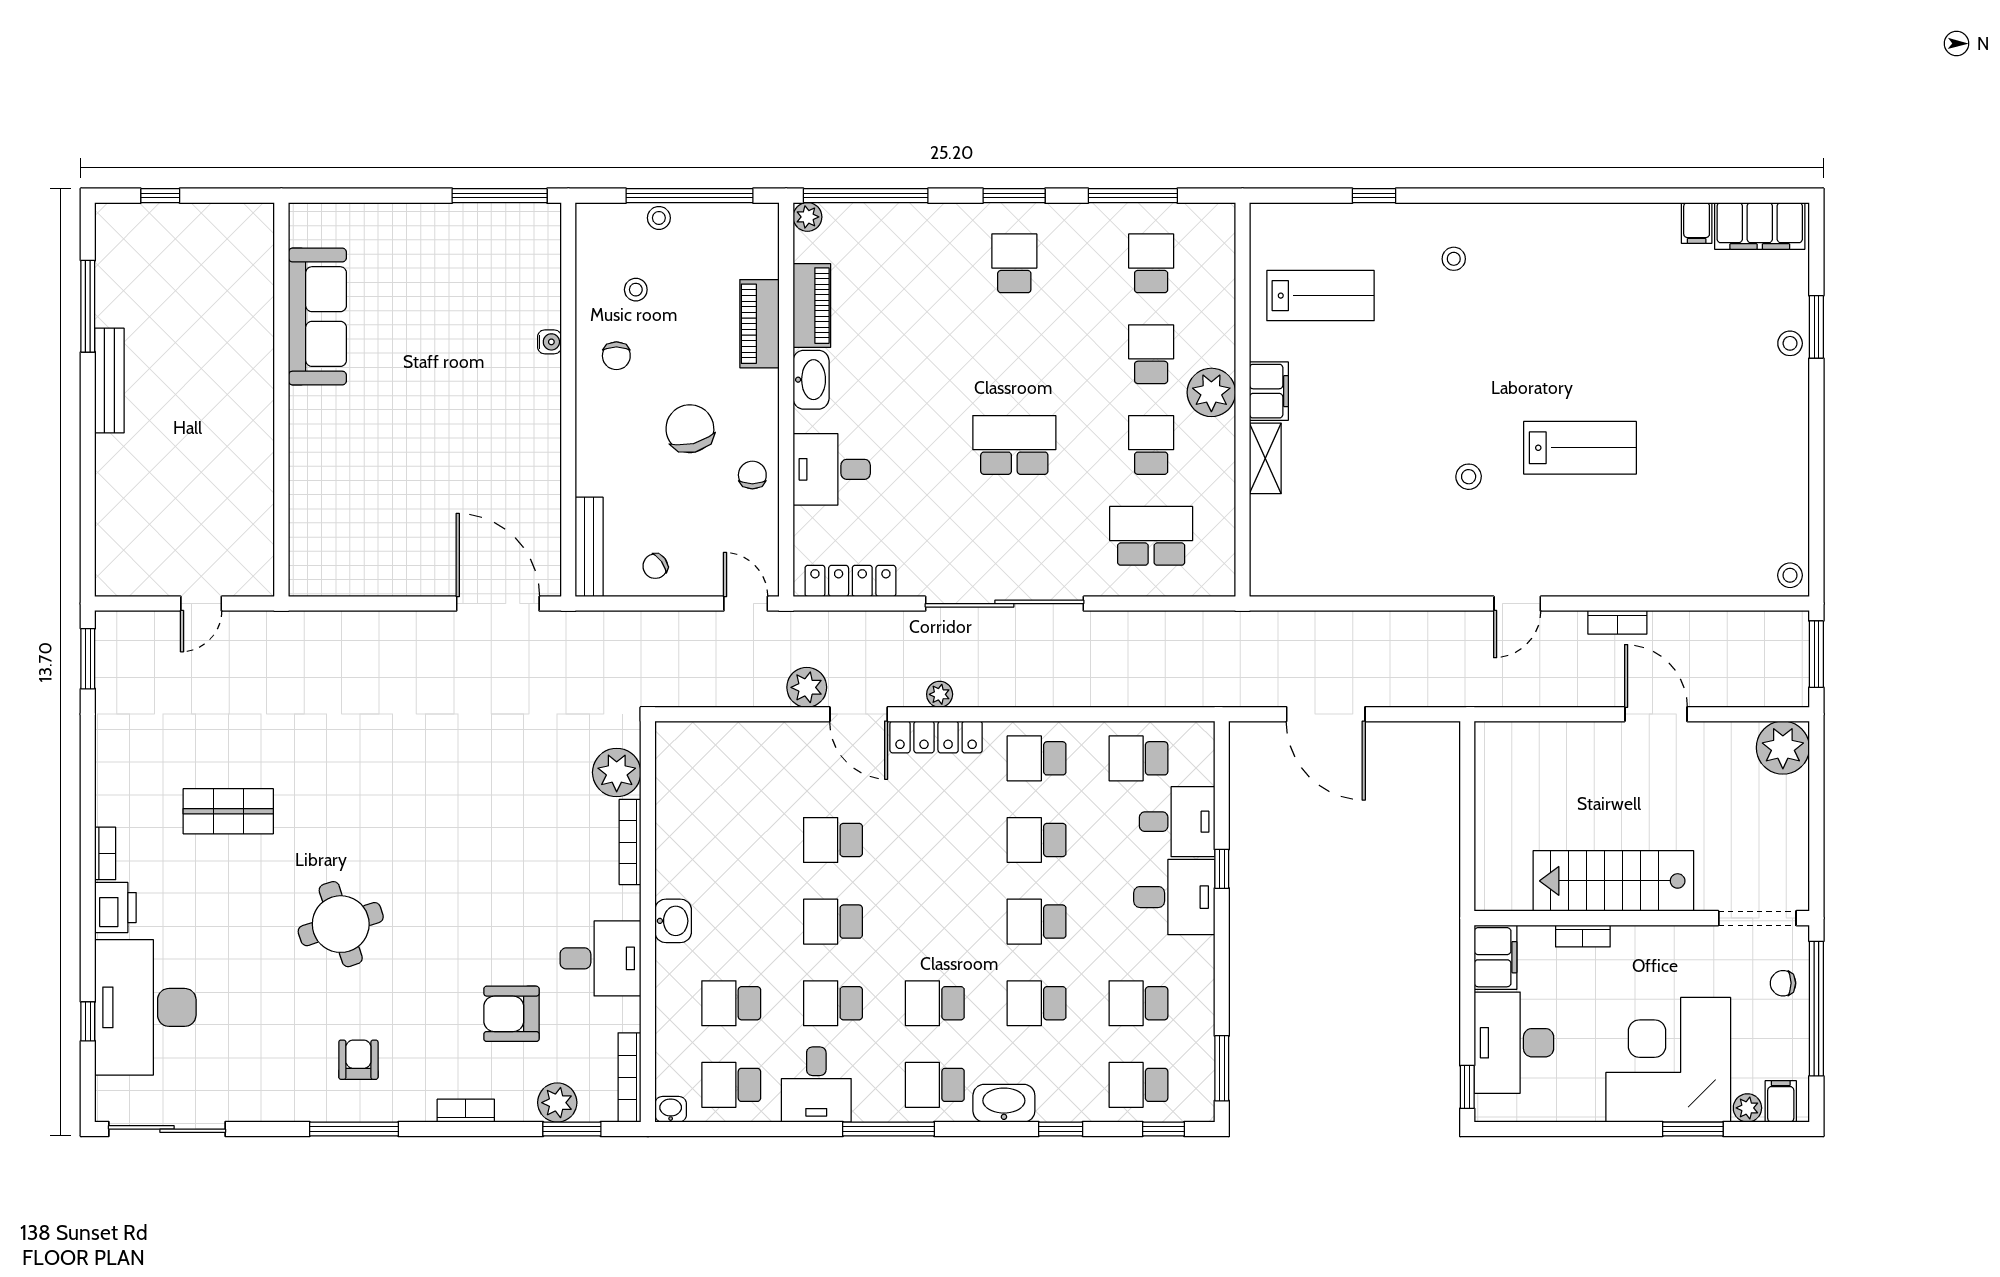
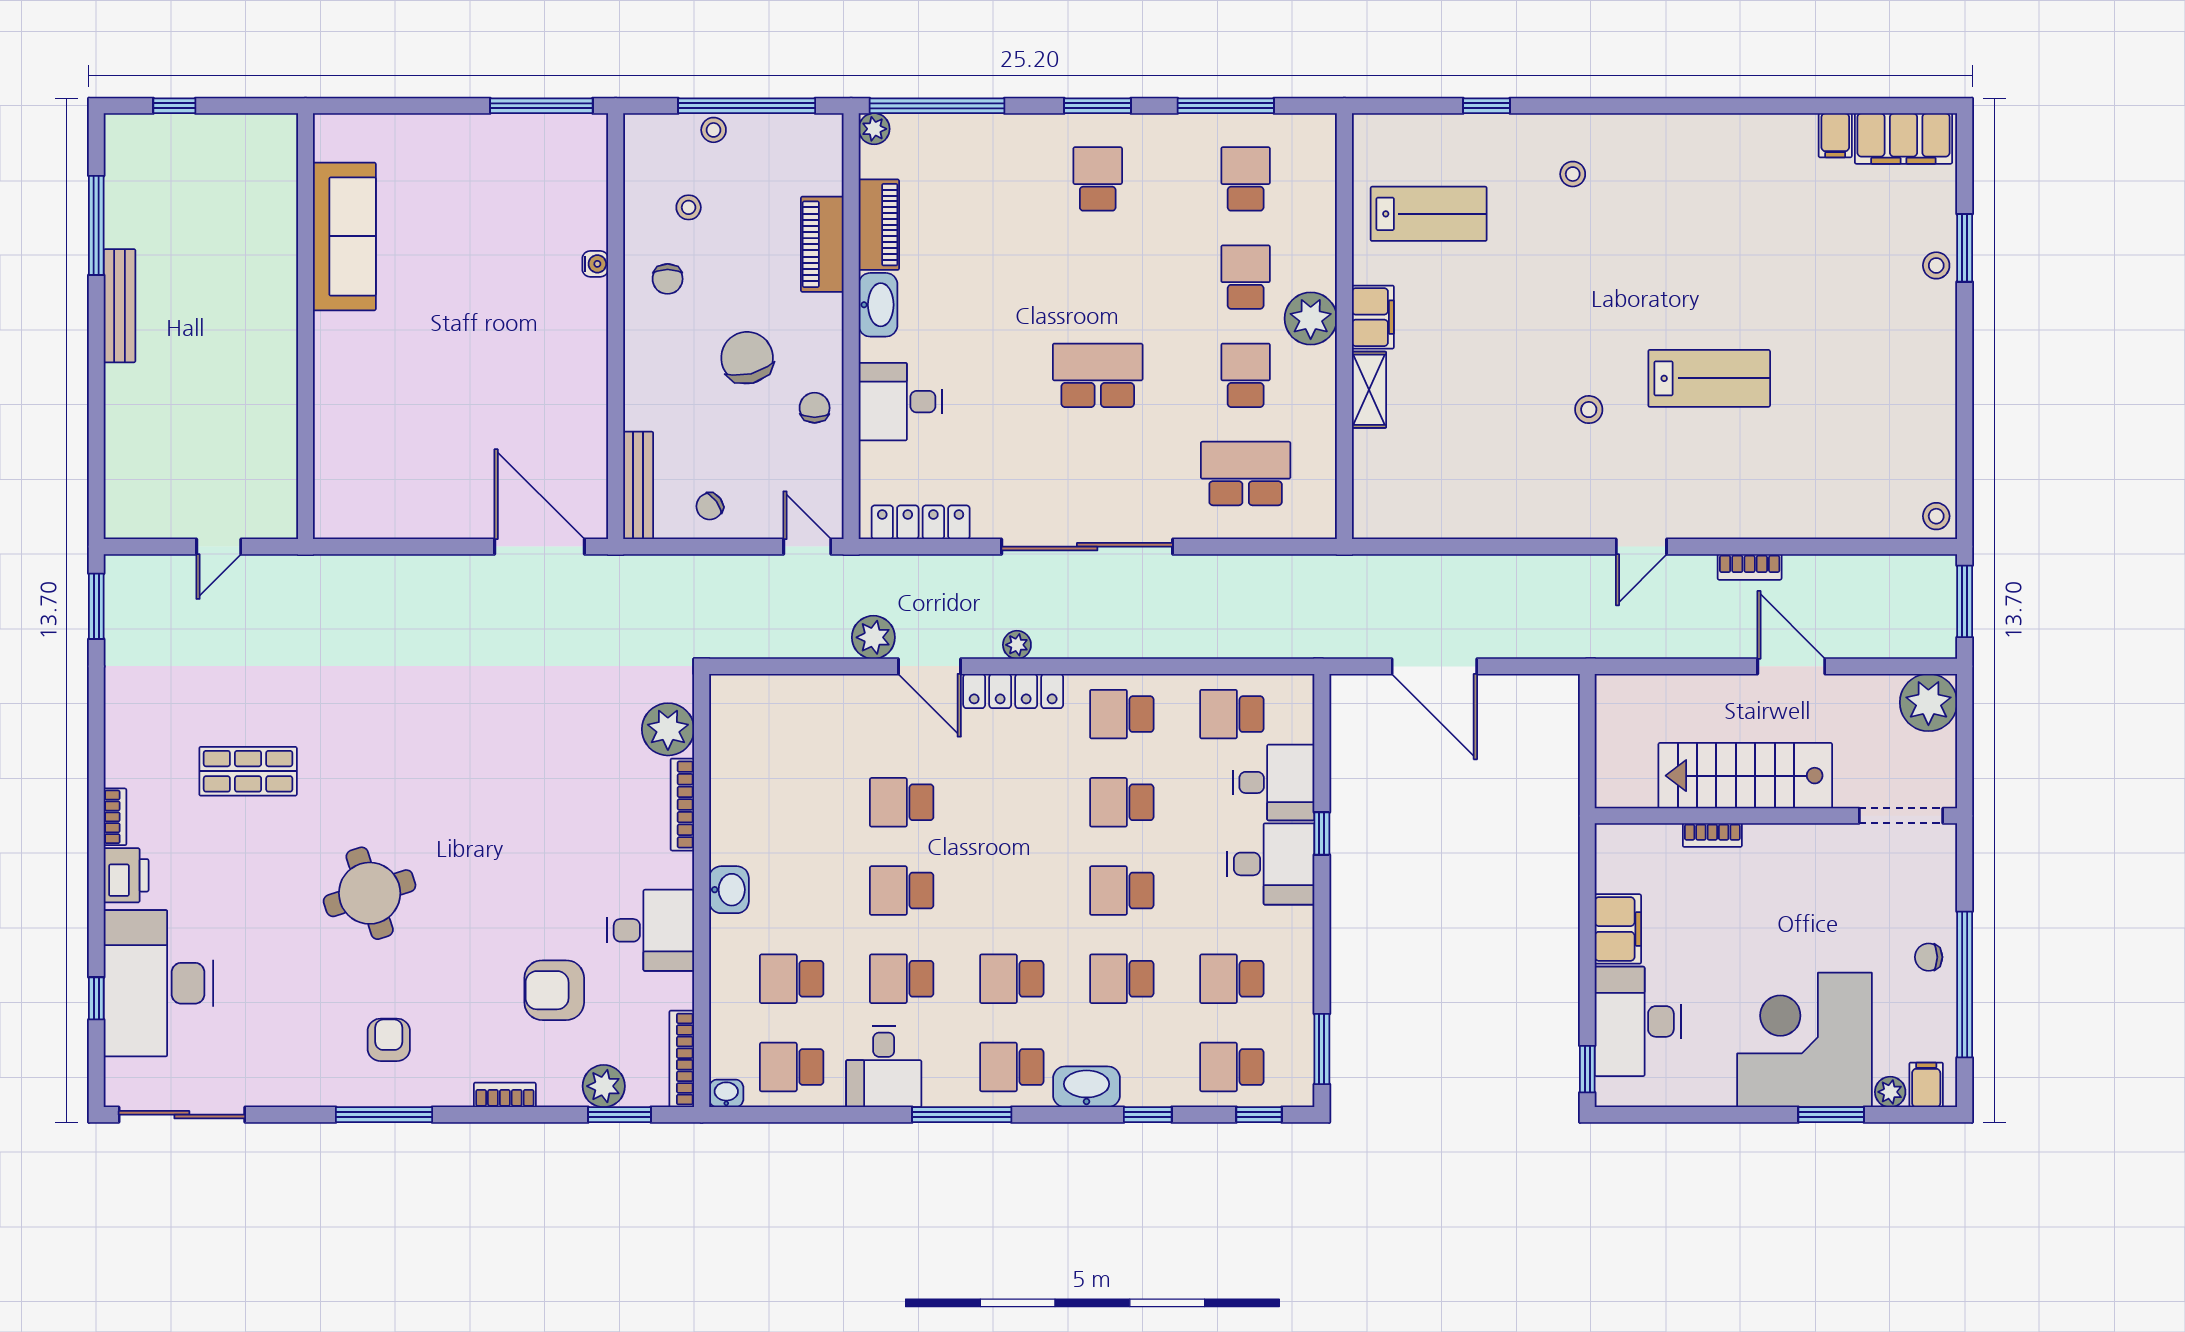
stairs: (1613, 881) -> (1745, 776), moved
wall: (1642, 918) -> (1776, 816), moved
doorway: (1757, 918) -> (1901, 816), moved
bookcase: (1583, 936) -> (1712, 835), moved

